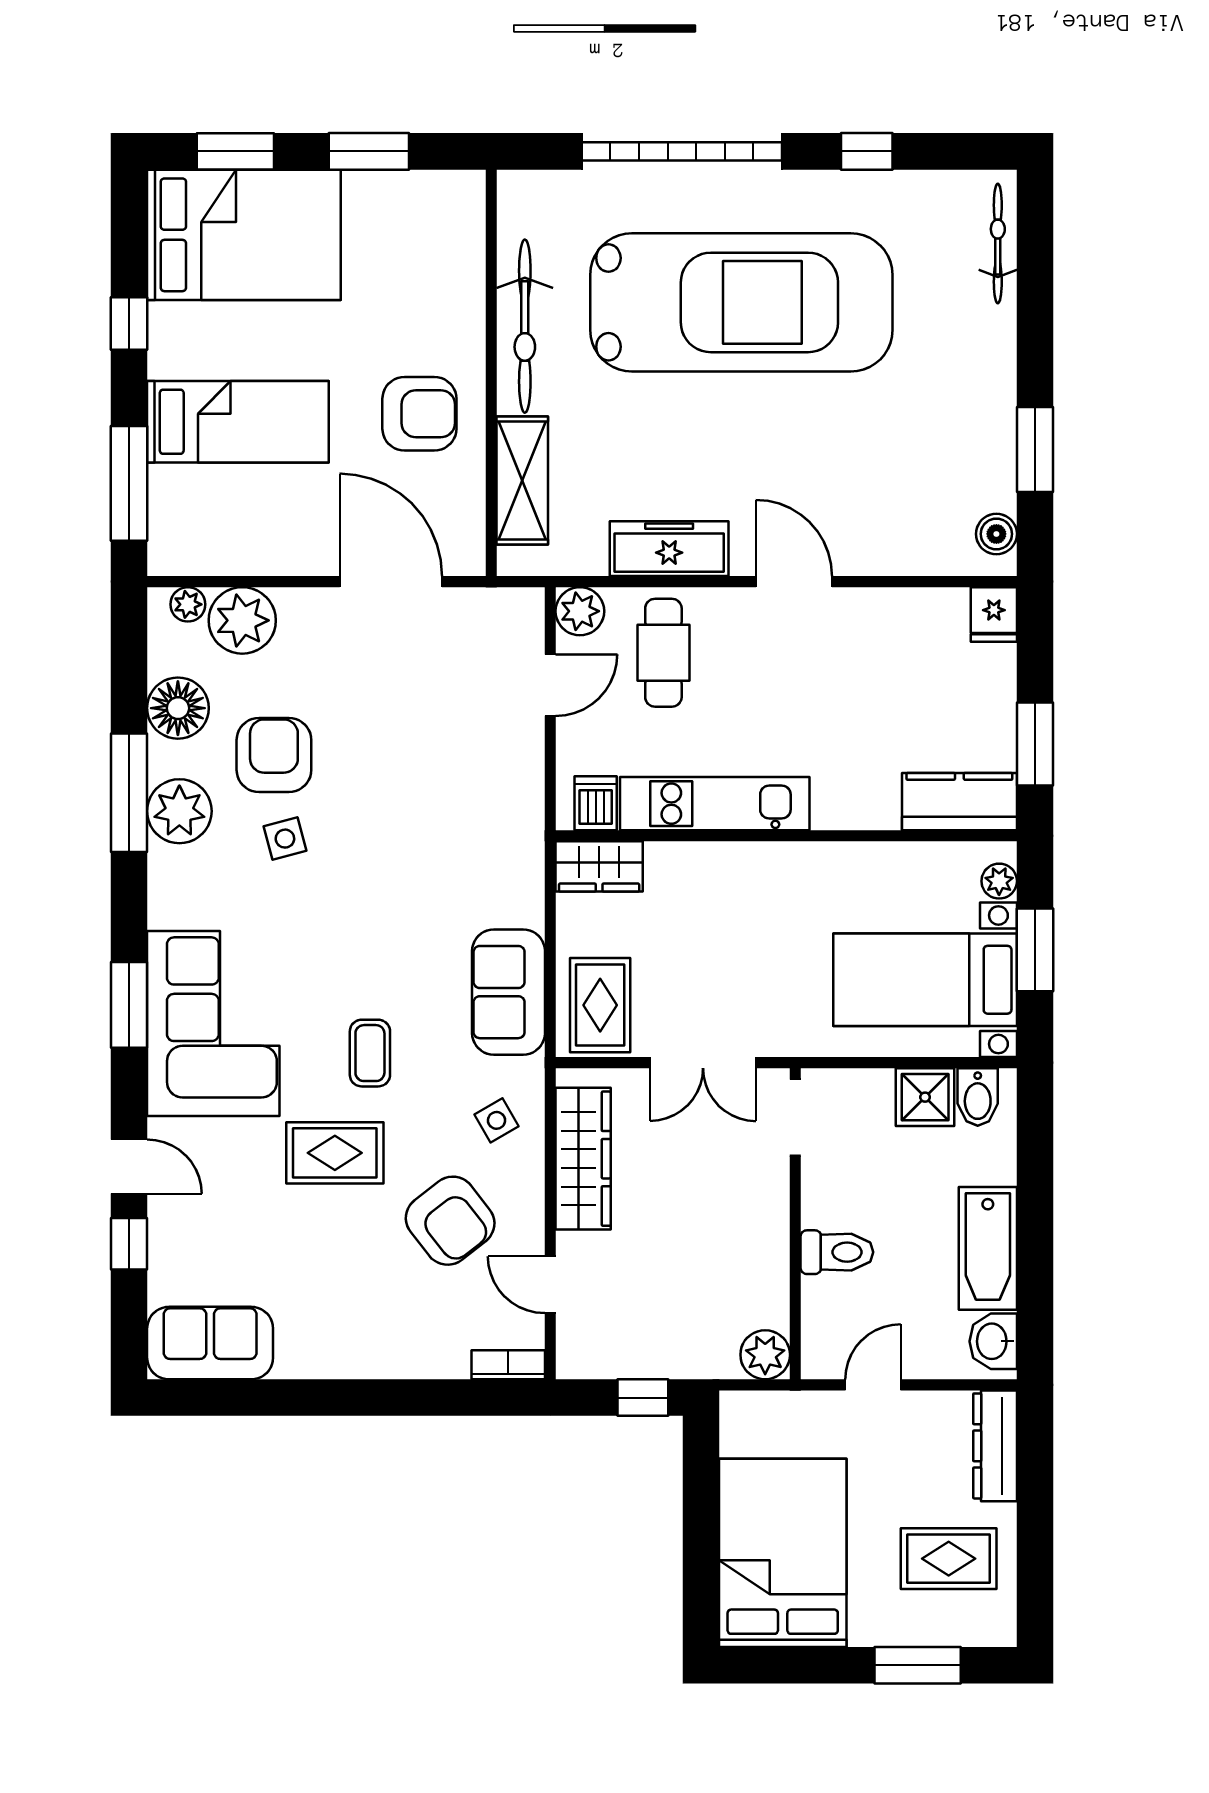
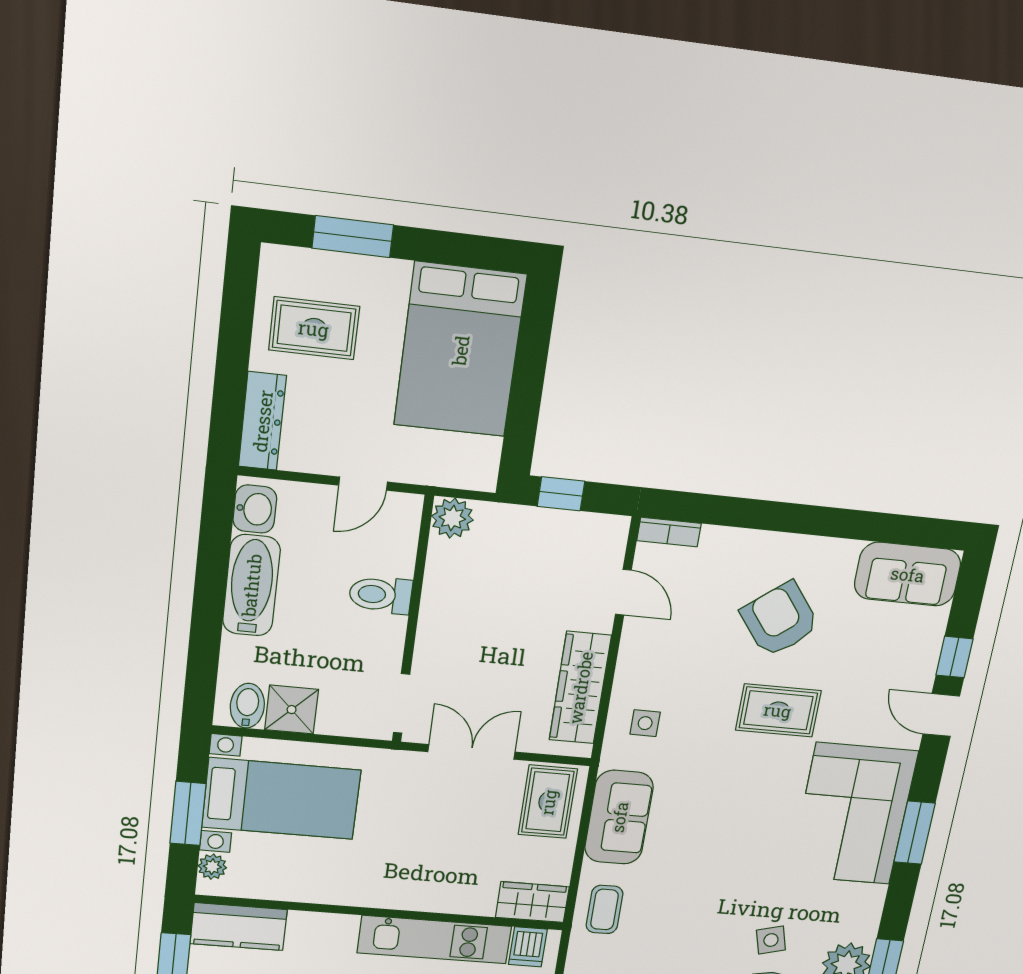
coffee table: (370, 1053) -> (604, 909), moved
side table: (496, 1120) -> (645, 723), turned 30
armchair: (450, 1221) -> (780, 619), moved

